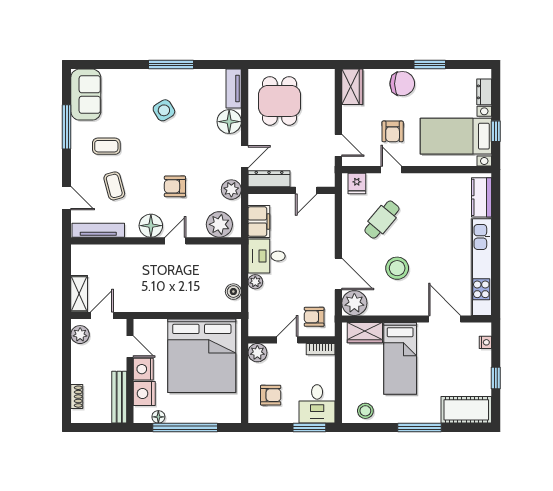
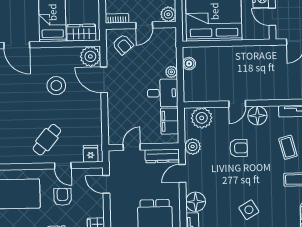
cafe table: (382, 220) -> (47, 140), moved
armchair: (314, 317) -> (123, 45), turned 50

